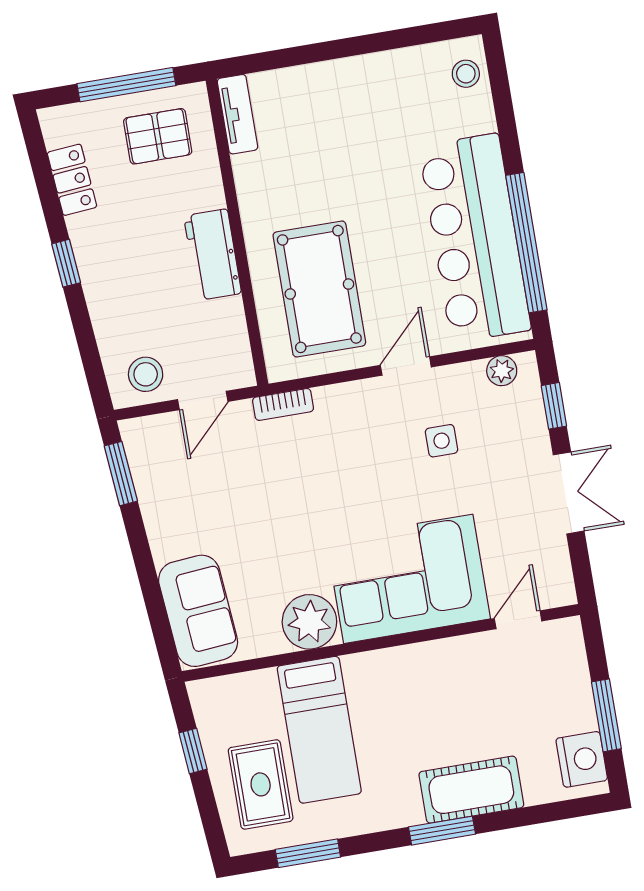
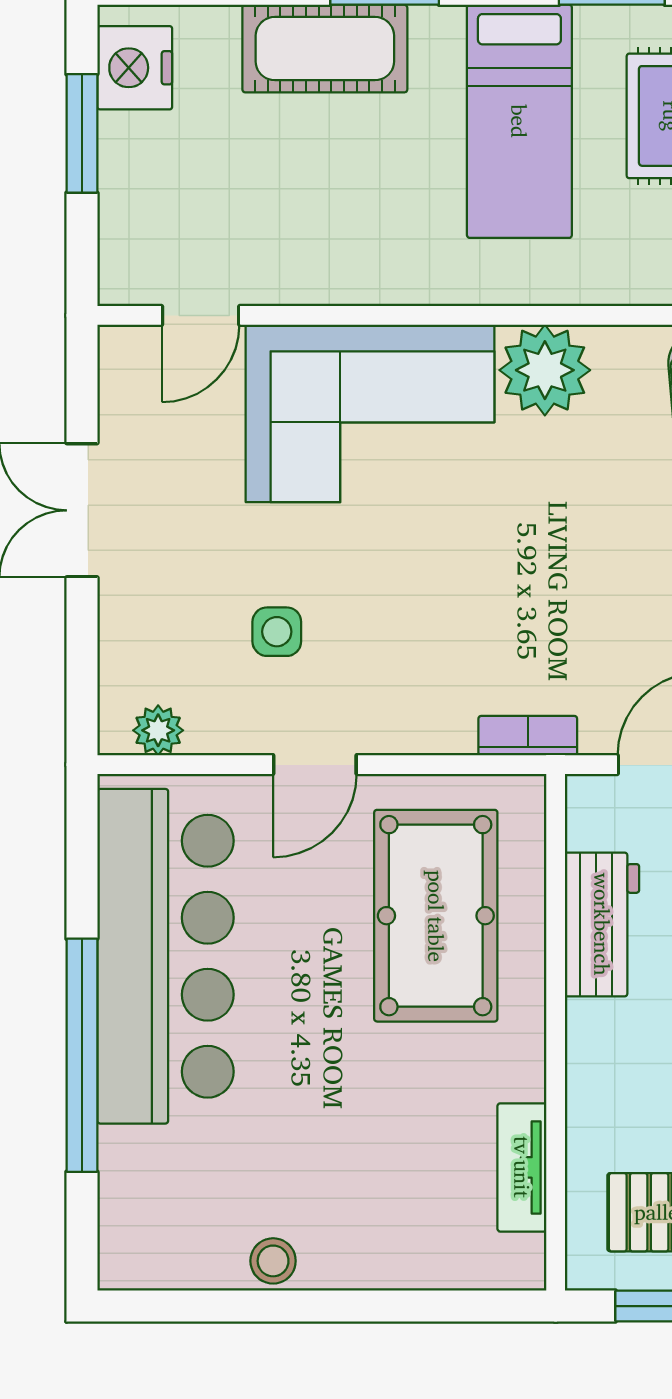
stool: (466, 74) -> (273, 1261), moved
tv unit: (237, 114) -> (522, 1167), moved
window: (526, 243) -> (82, 1055), moved
workbench: (213, 255) -> (602, 924), moved
window: (554, 406) -> (82, 658), removed
bed: (319, 730) -> (519, 121), moved, turned 180

